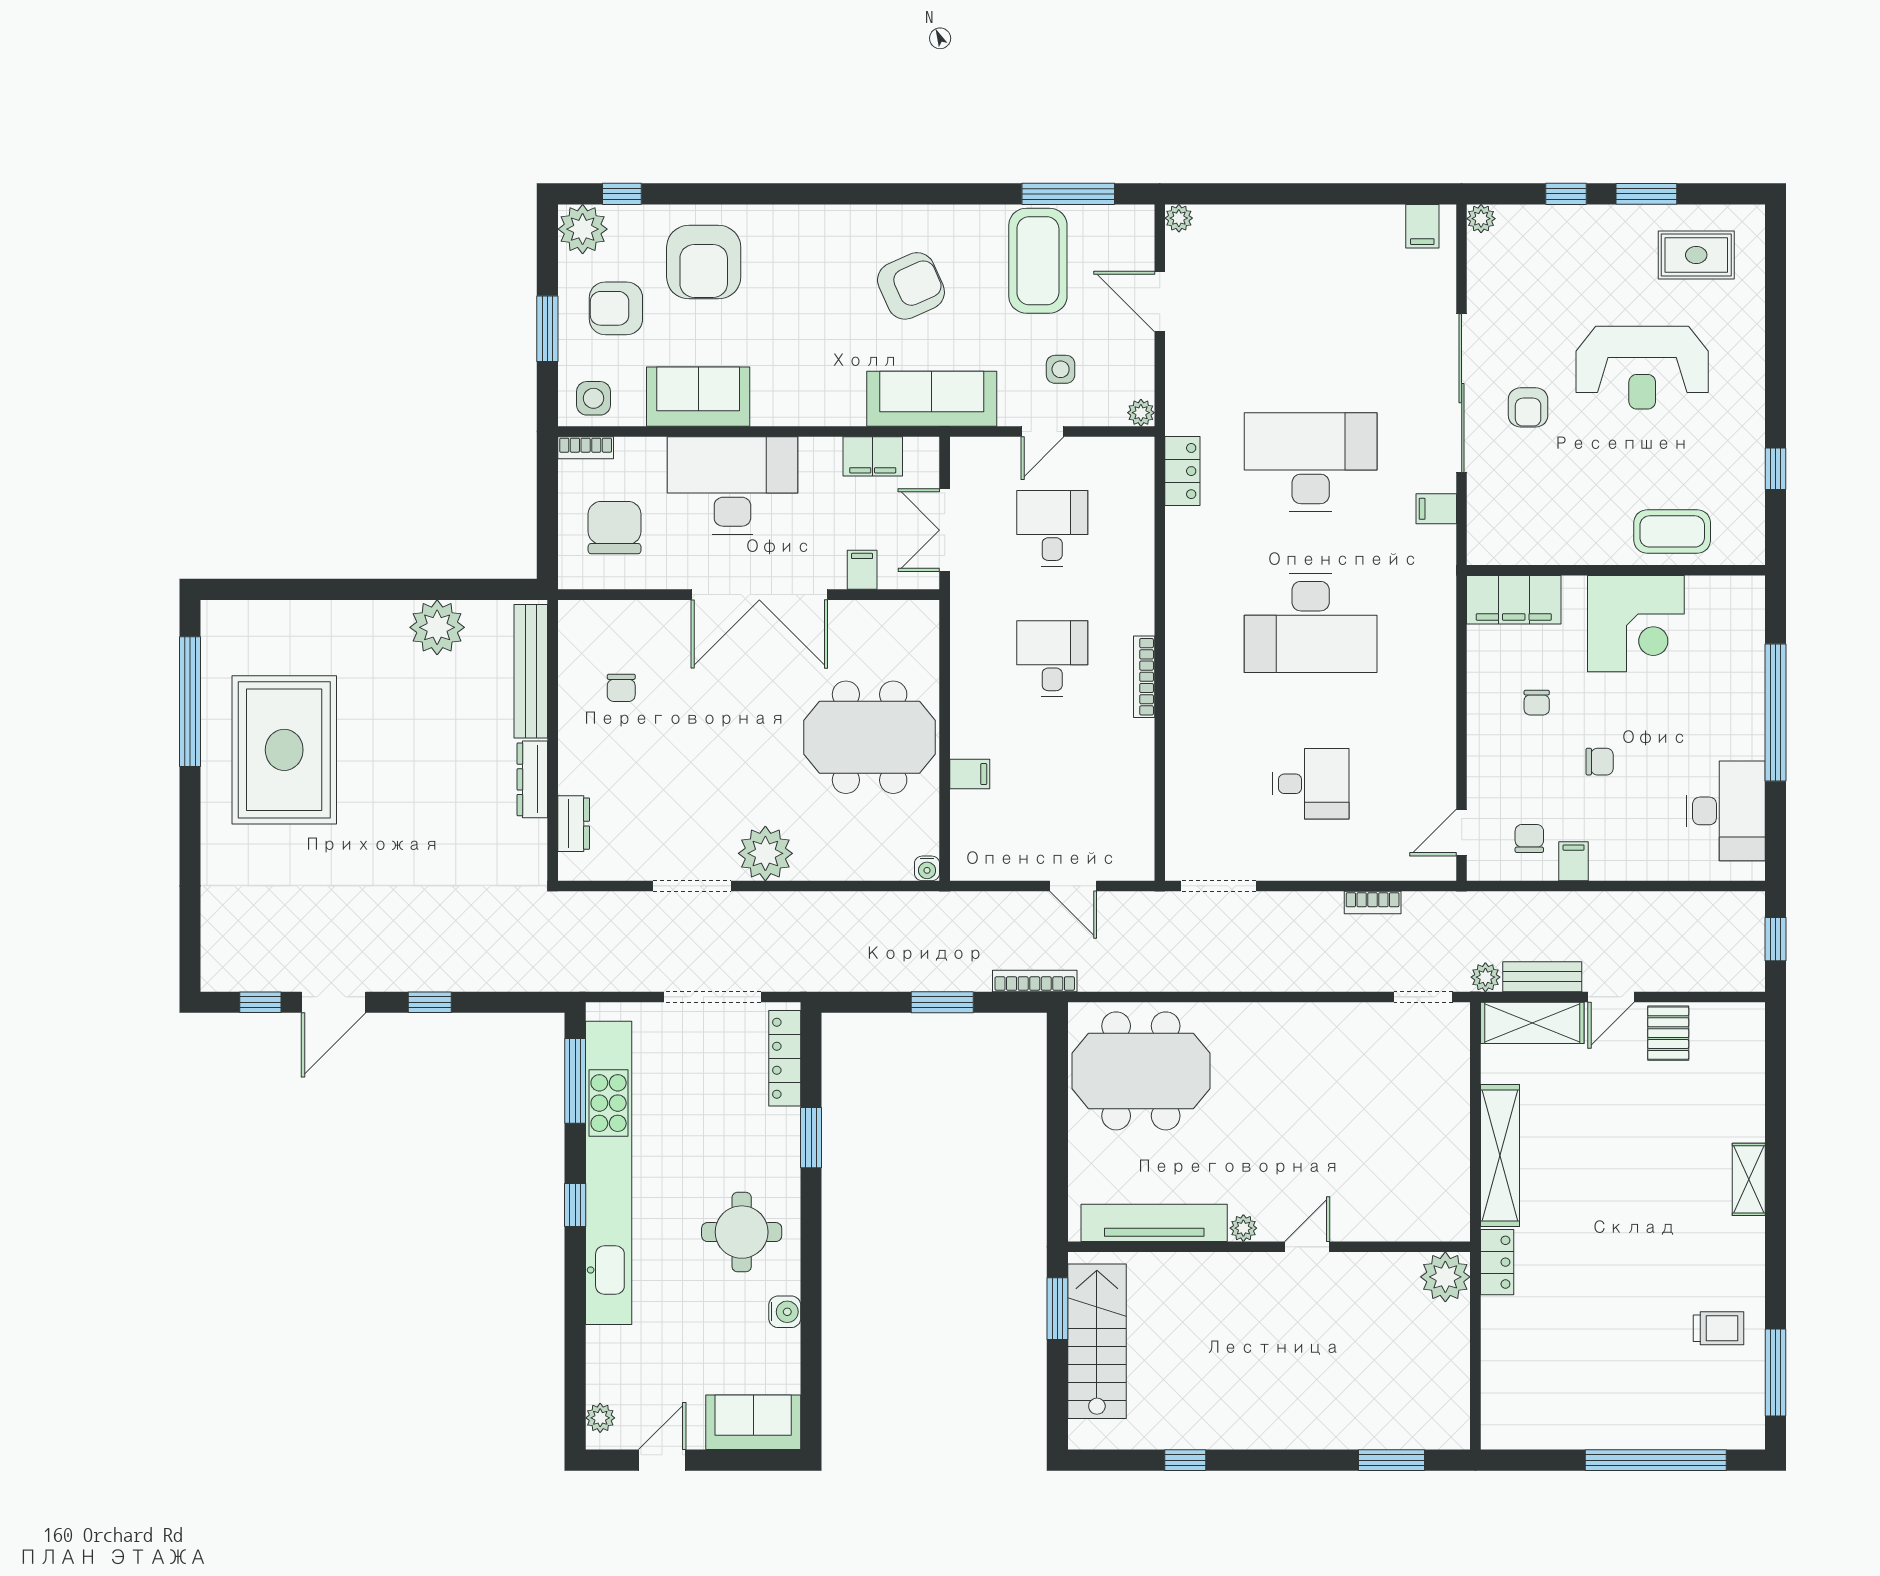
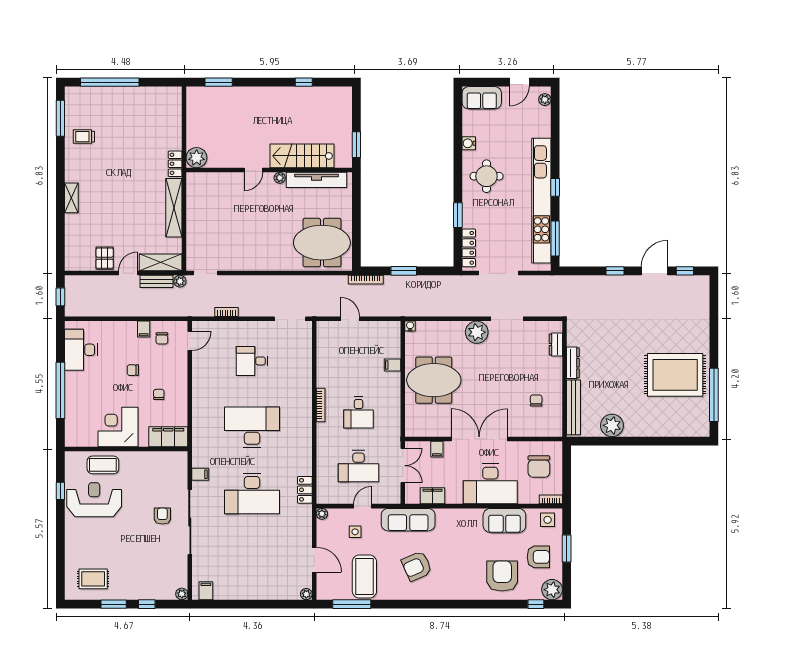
reception desk: (1642, 368) -> (94, 500), moved
desk: (1052, 529) -> (359, 466), width x1.37
rug: (284, 750) -> (675, 375), turned 90
stairs: (1097, 1341) -> (302, 156), moved, turned 90

